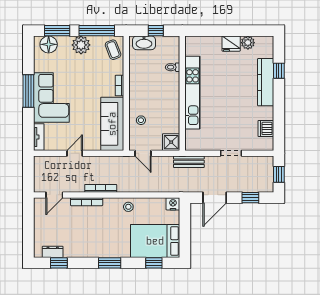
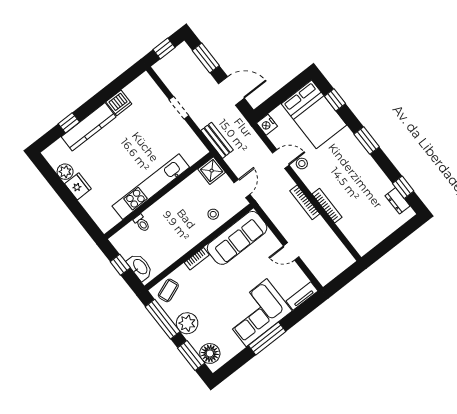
dishwasher: (266, 128) -> (119, 103), moved
door: (54, 195) -> (281, 159), moved
window: (250, 198) -> (206, 58), width x1.50

